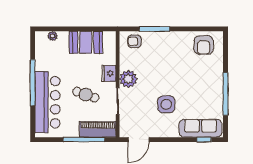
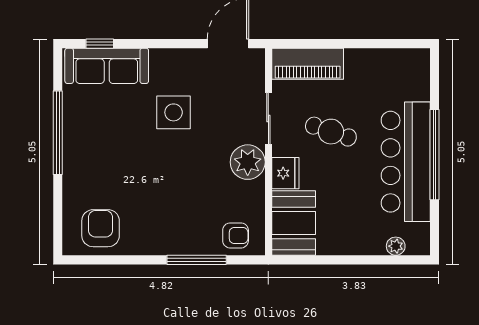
booth: (86, 42) -> (294, 223), moved, turned 90
bar counter: (47, 102) -> (406, 162), moved
window: (84, 140) -> (335, 44), removed

